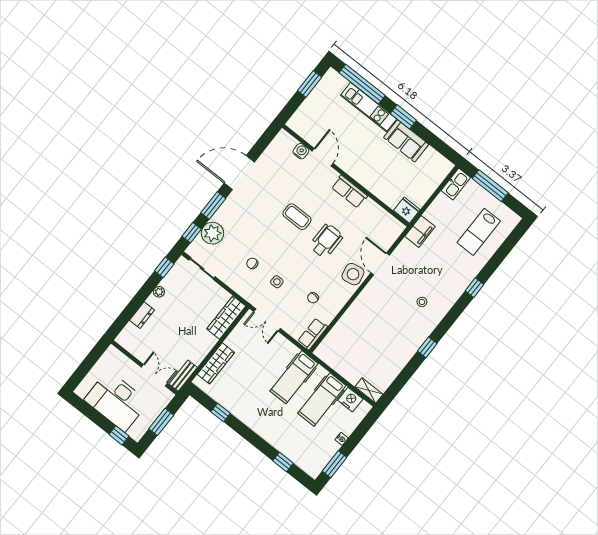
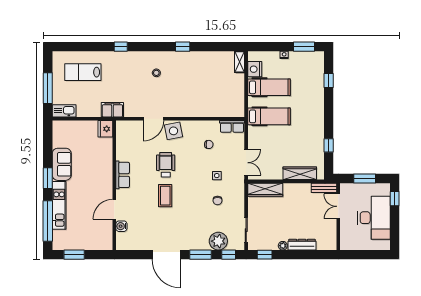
lab bench: (479, 232) -> (83, 72), turned 180
wheelchair: (326, 241) -> (166, 165), turned 90
dresser: (142, 315) -> (302, 245), width x1.44

